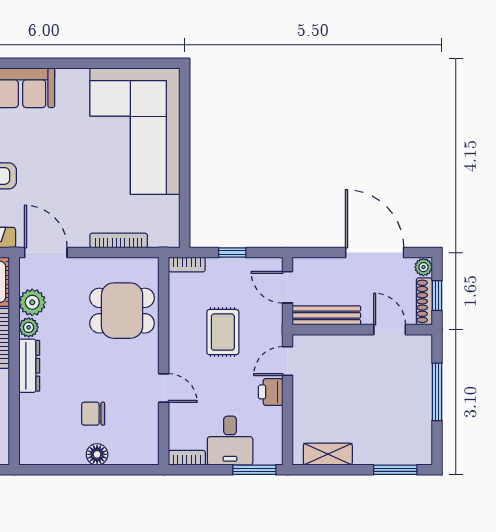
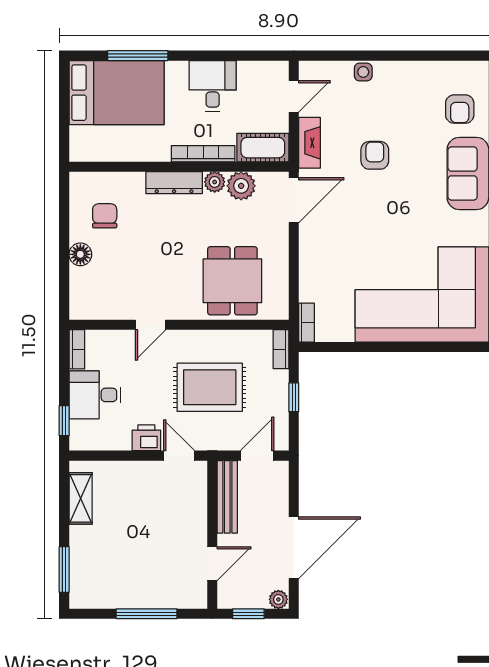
bookcase: (119, 241) -> (306, 323), moved, width x0.64
shoe rack: (424, 301) -> (242, 600), removed
rug: (223, 332) -> (210, 387), width x1.36, depth x1.43
chair: (93, 414) -> (105, 216), moved
window: (254, 470) -> (64, 421), width x0.67

